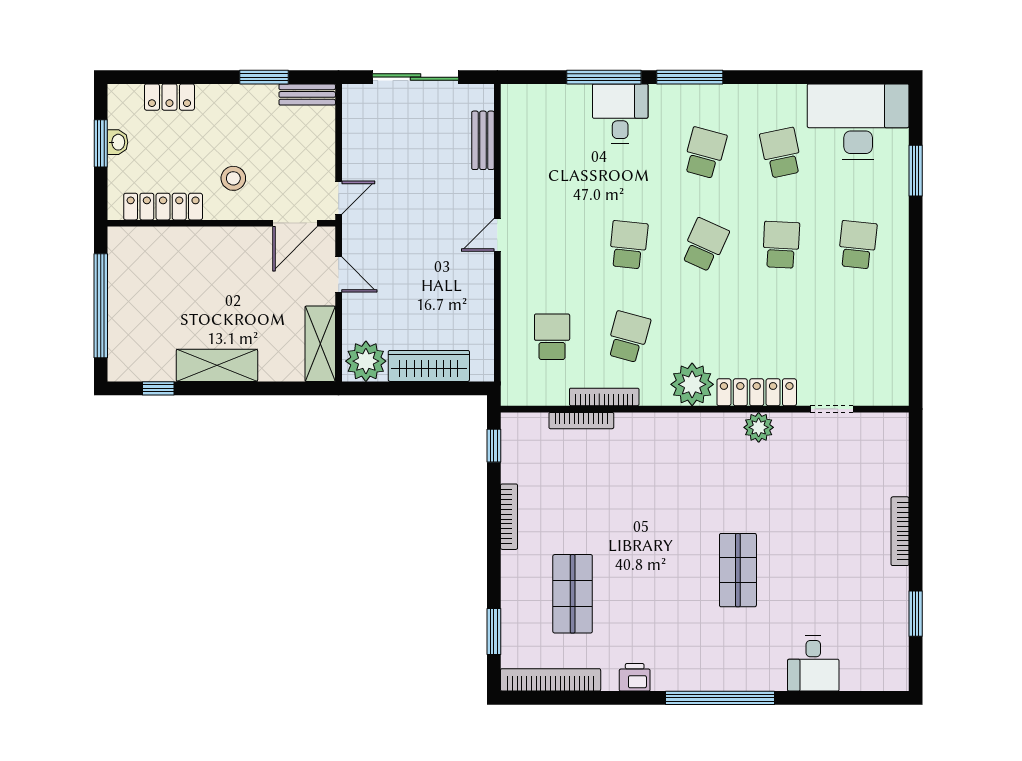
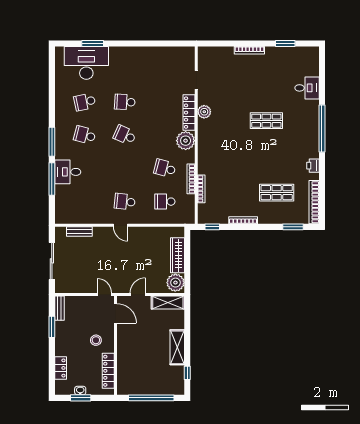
desk: (858, 122) -> (86, 63), moved, turned 90
school desk: (628, 245) -> (125, 202), moved
school desk: (857, 245) -> (125, 69), removed

